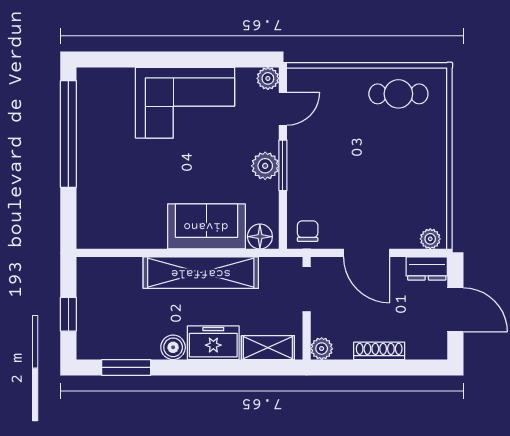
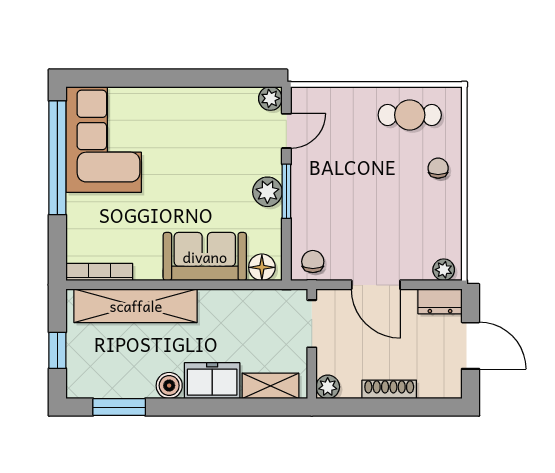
corner sofa: (185, 103) -> (104, 140), moved, turned -90
chair: (425, 144) -> (438, 168), added
bookcase: (108, 241) -> (99, 272), added
shelving: (201, 273) -> (136, 306), moved

